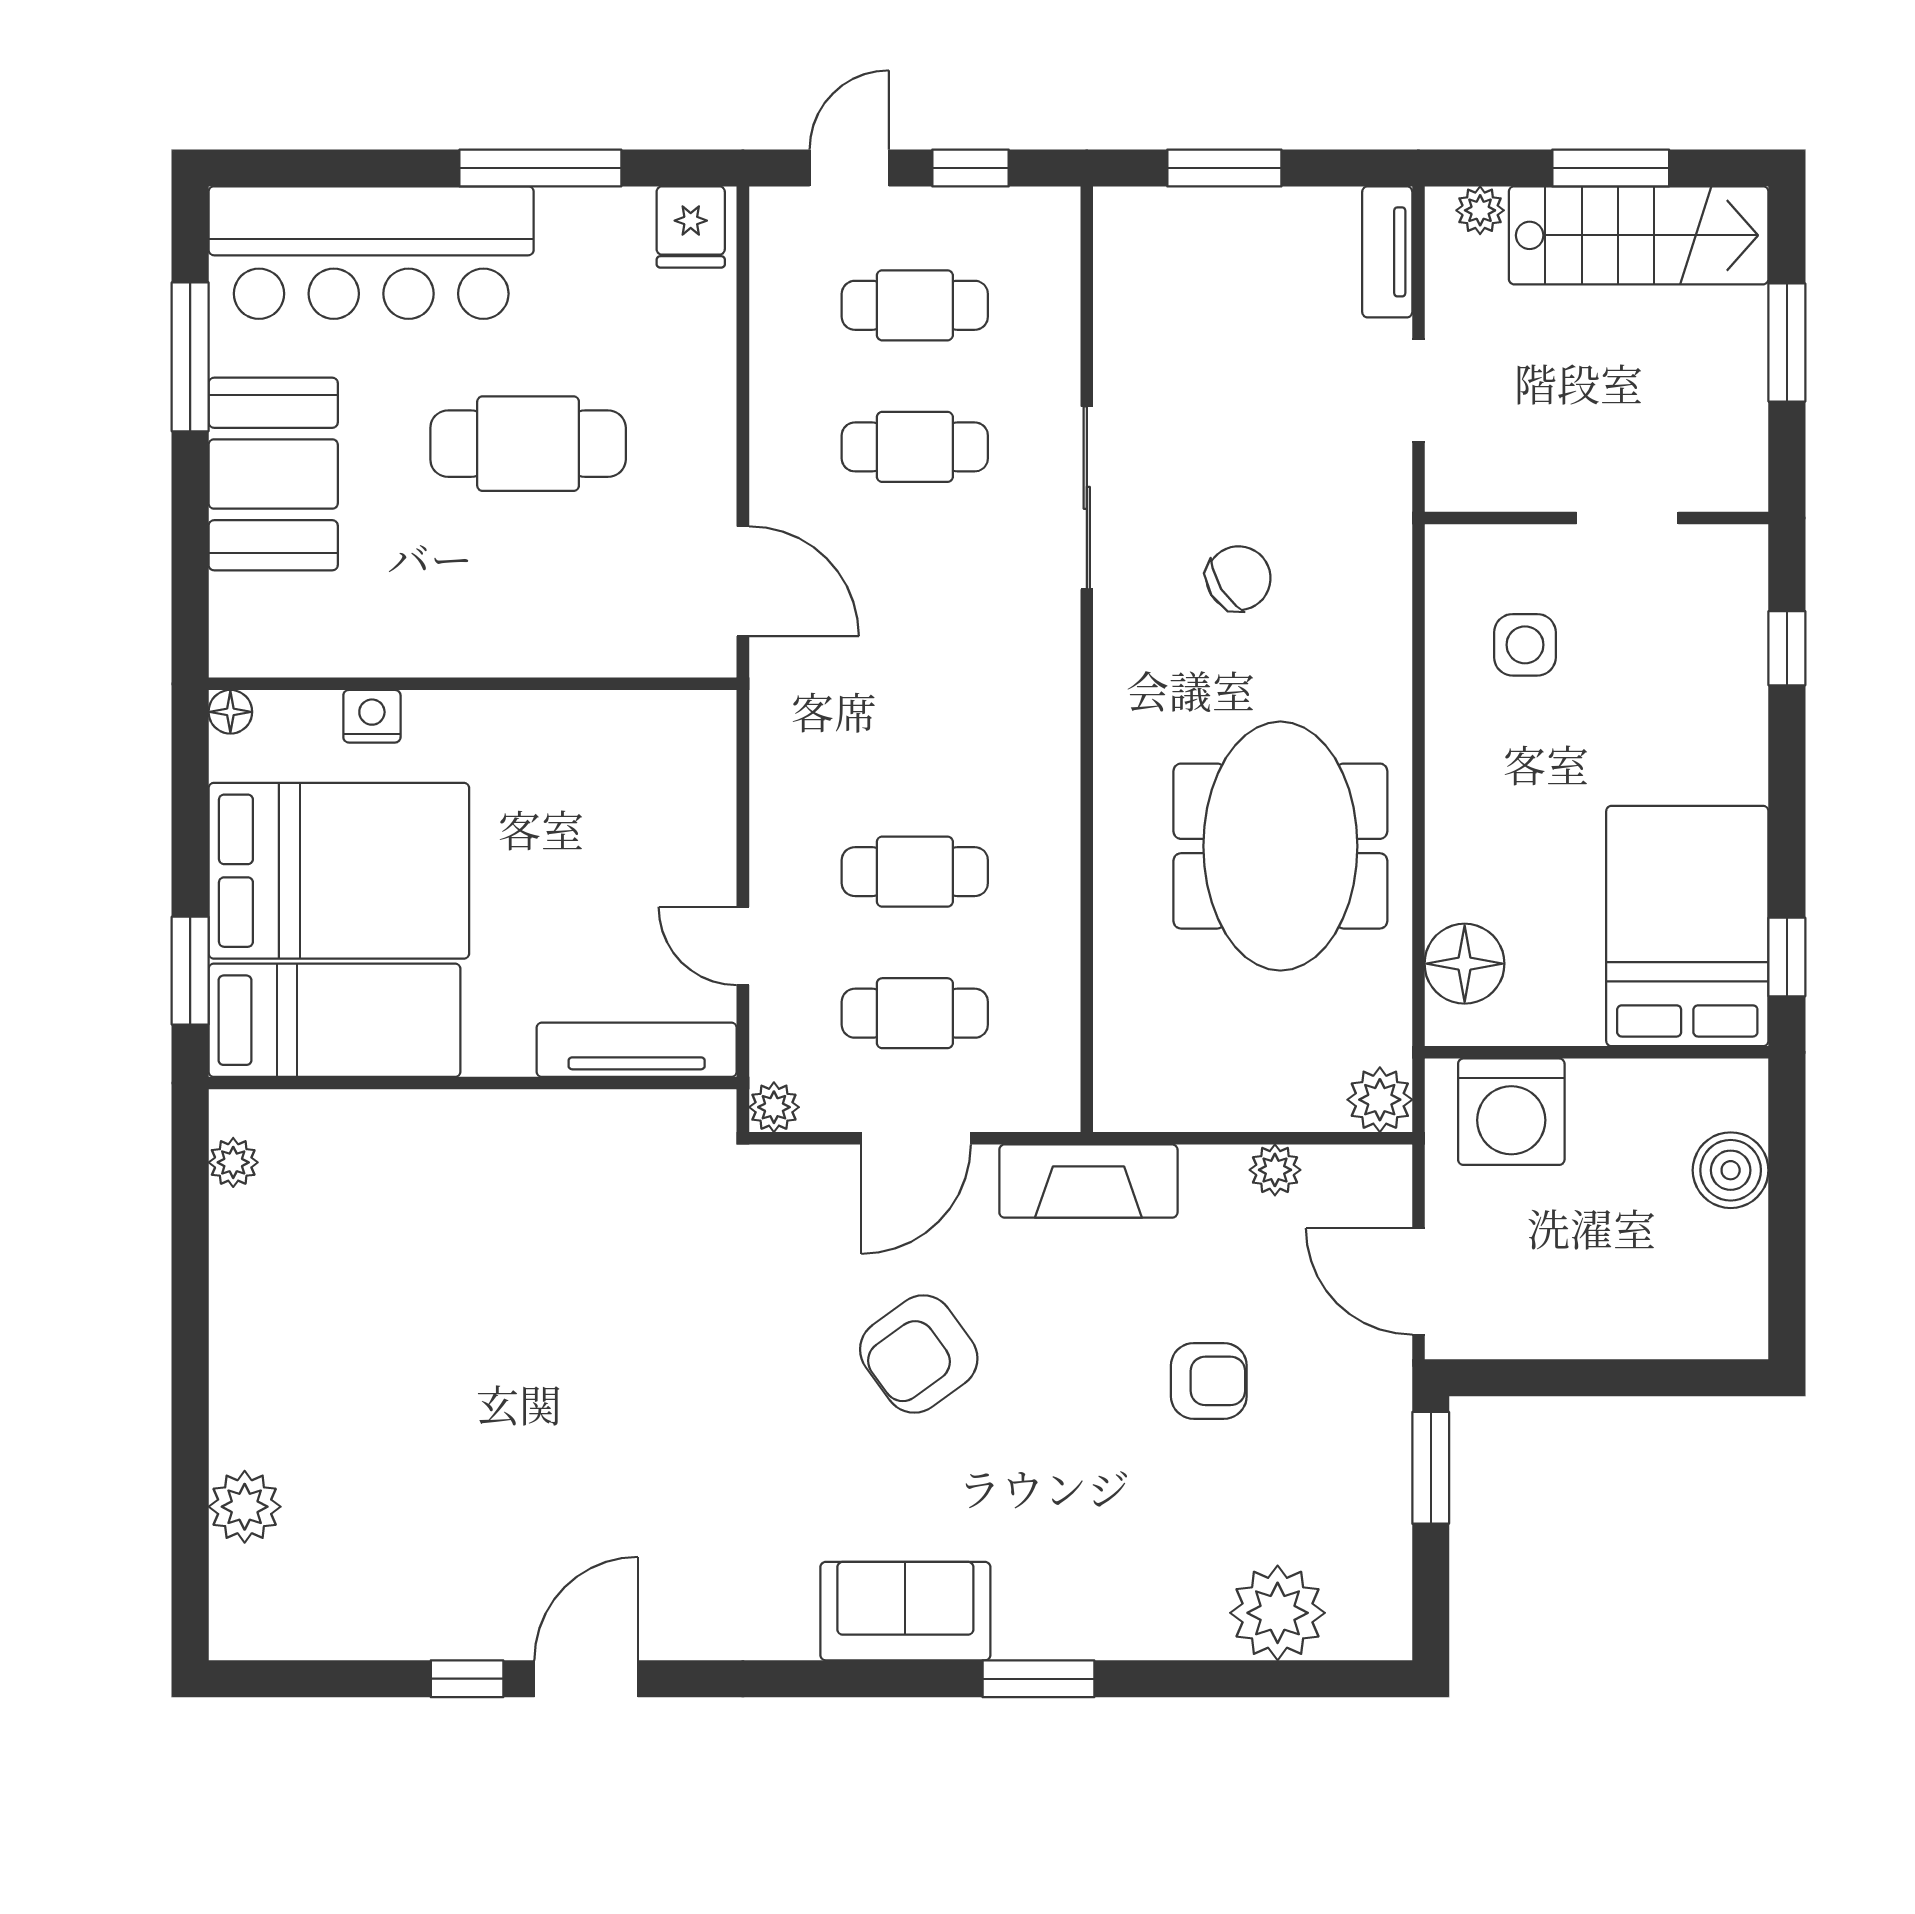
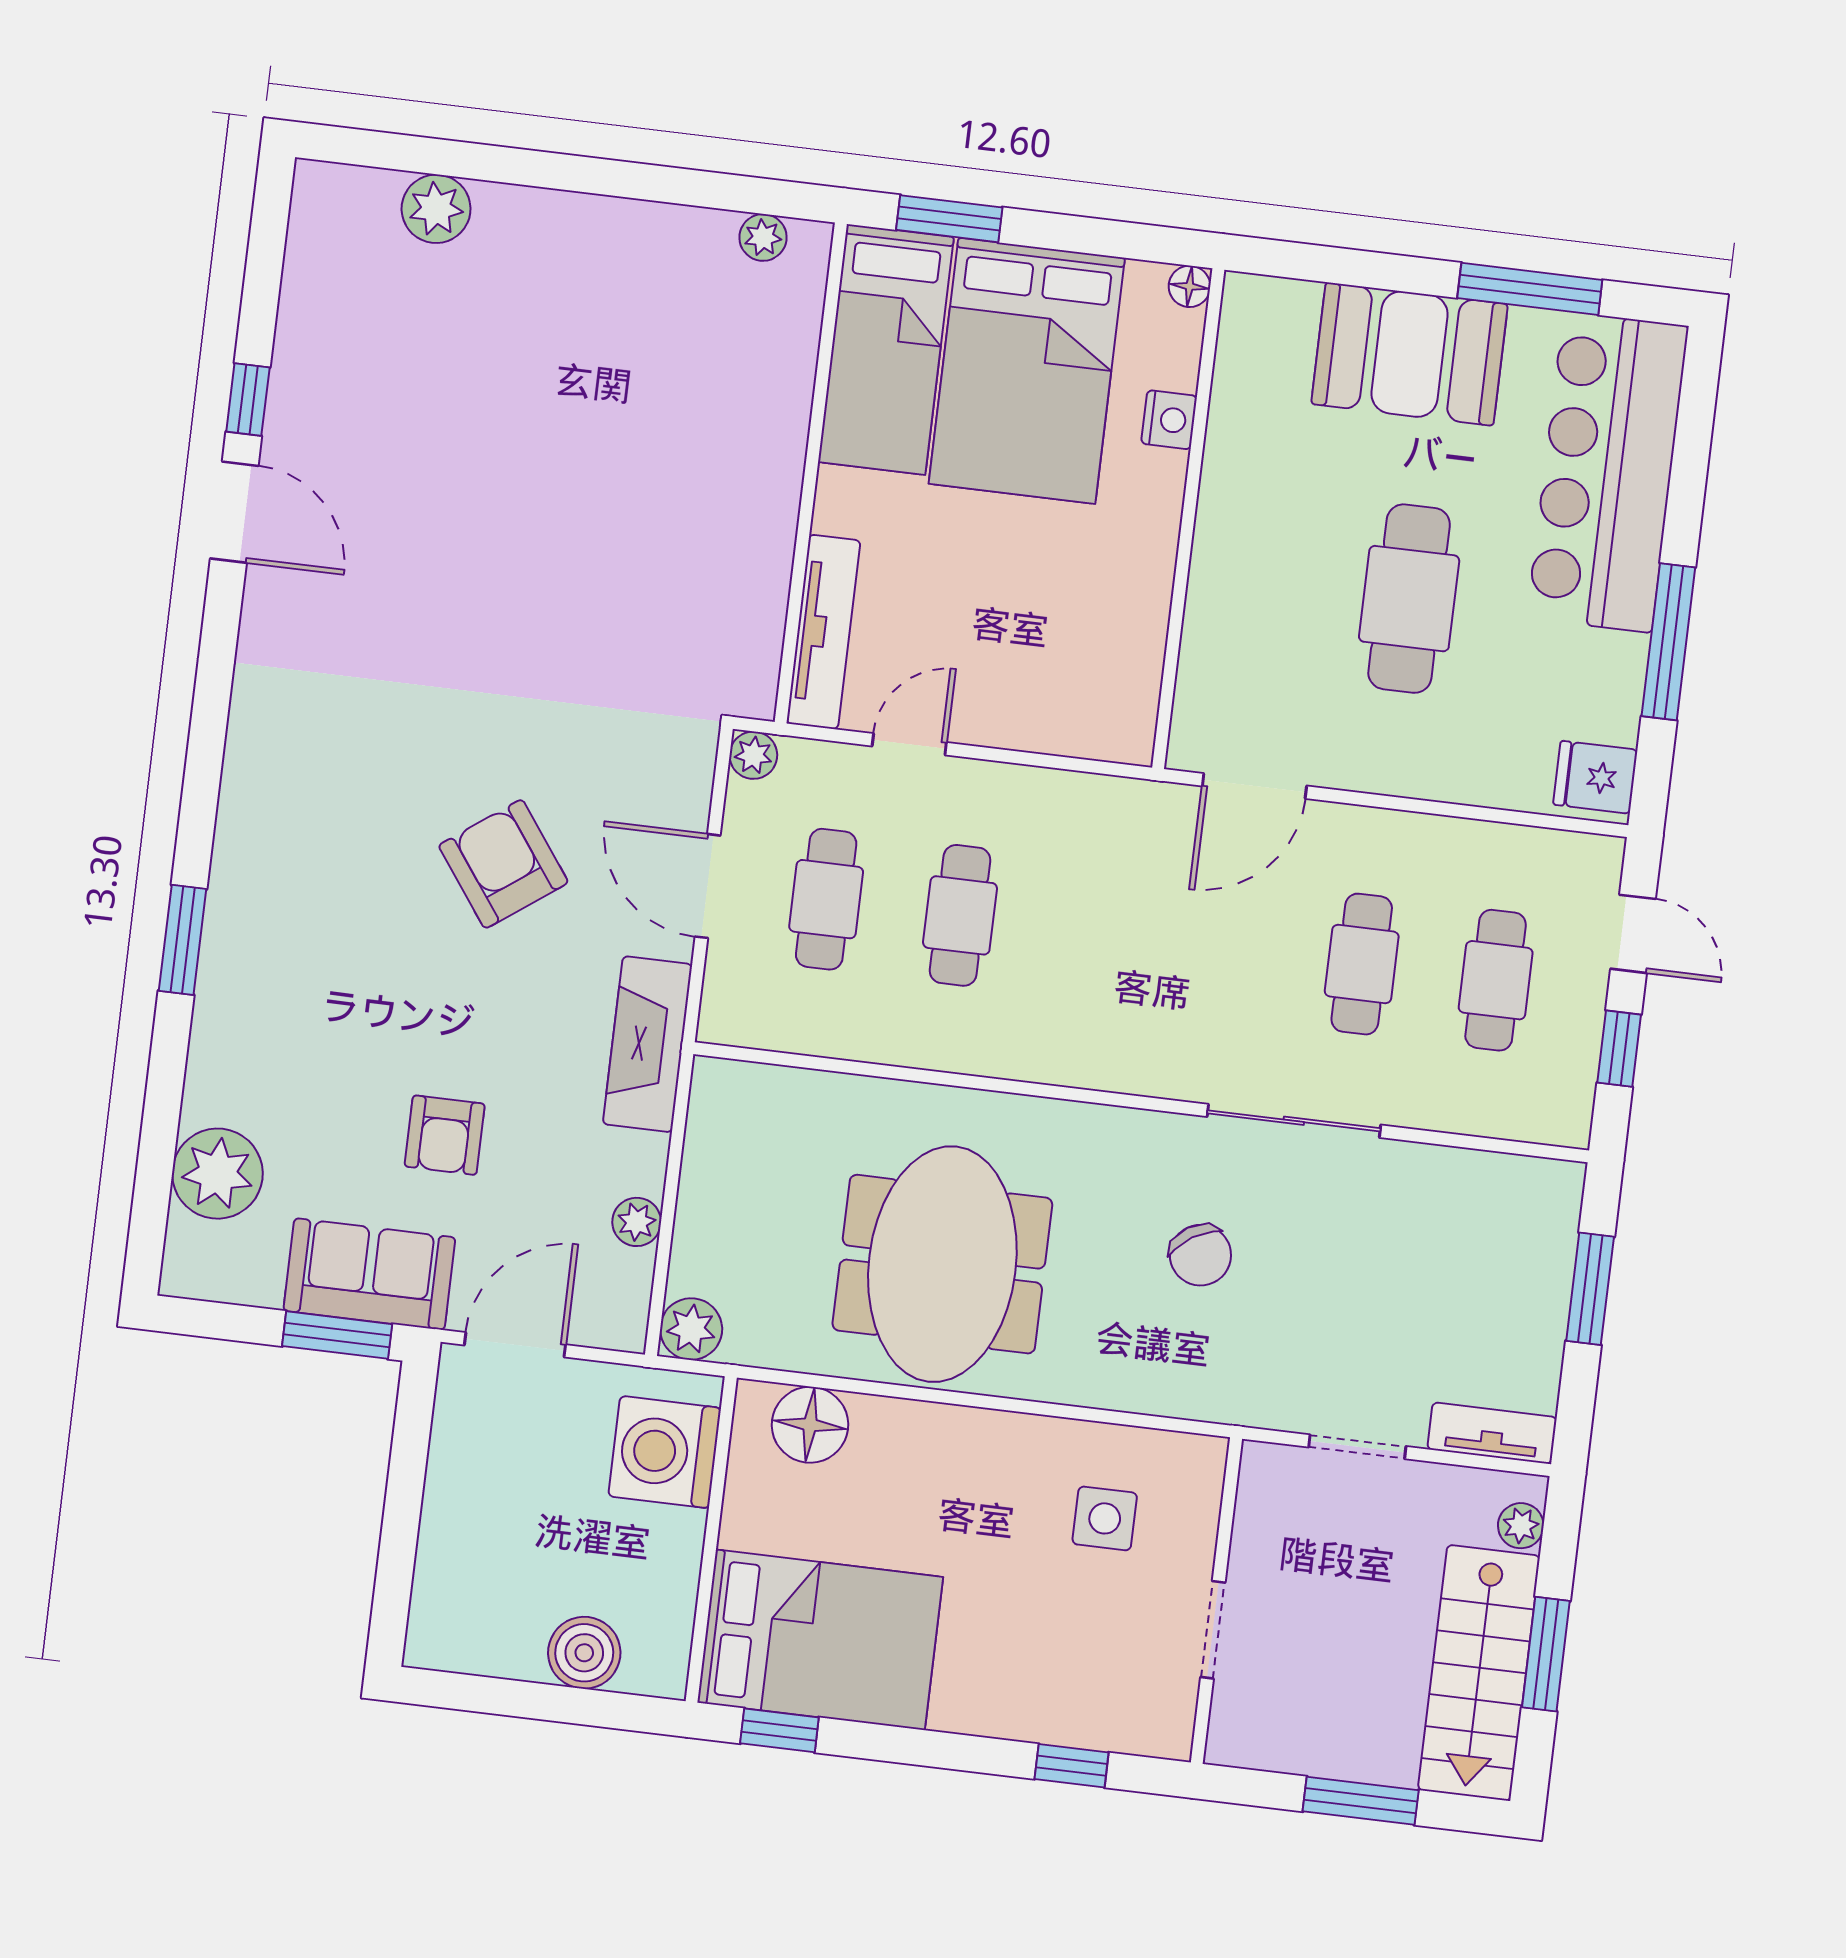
meeting table: (1280, 846) -> (942, 1264), turned 90
sofa: (905, 1611) -> (369, 1274), moved, turned -90

